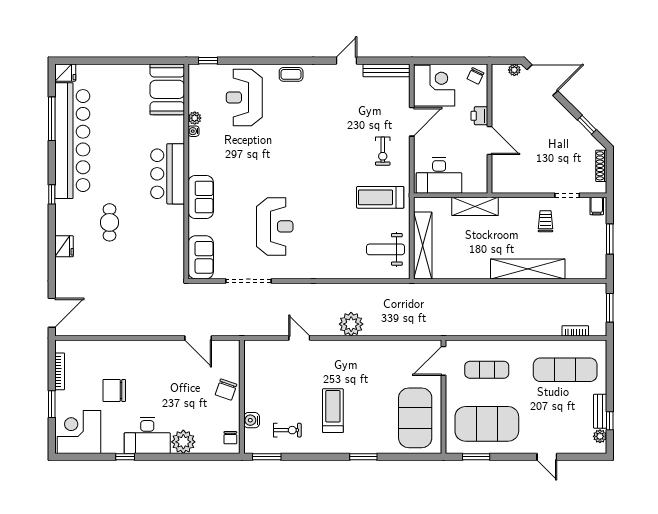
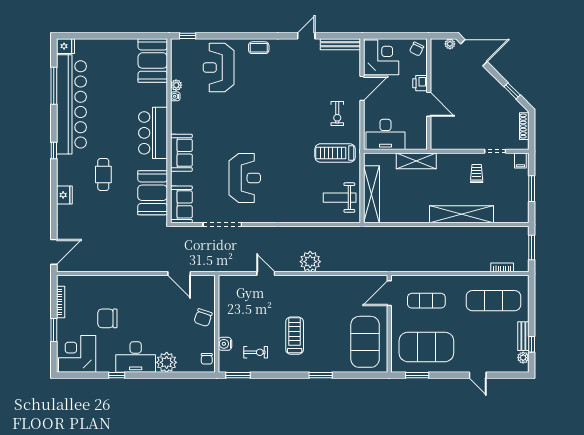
booth: (167, 244) -> (153, 193), added

